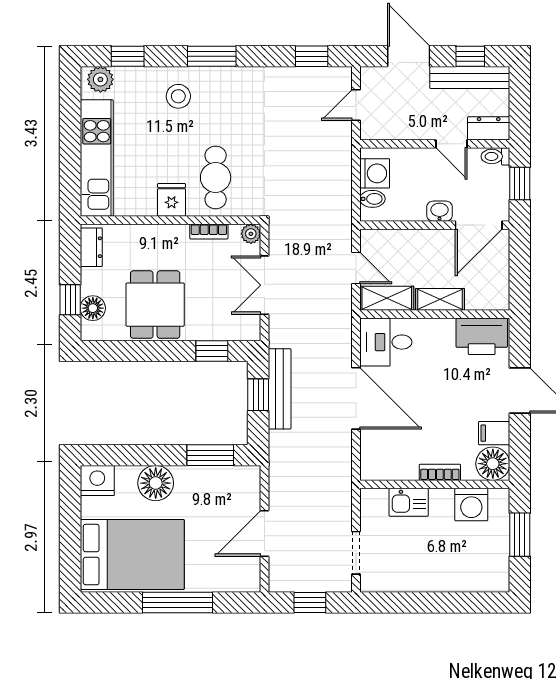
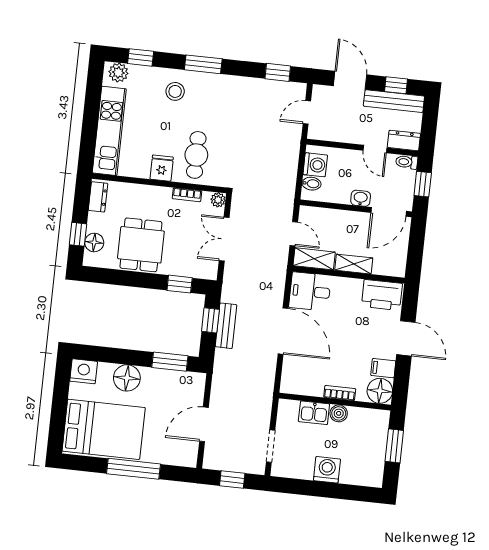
bench: (280, 389) -> (226, 326), width x0.73
boiler: (442, 500) -> (339, 413), added
washing machine: (471, 505) -> (327, 470), moved, turned 180

